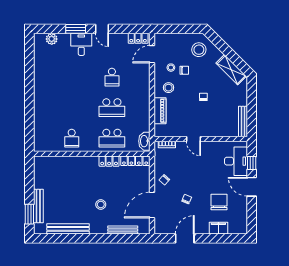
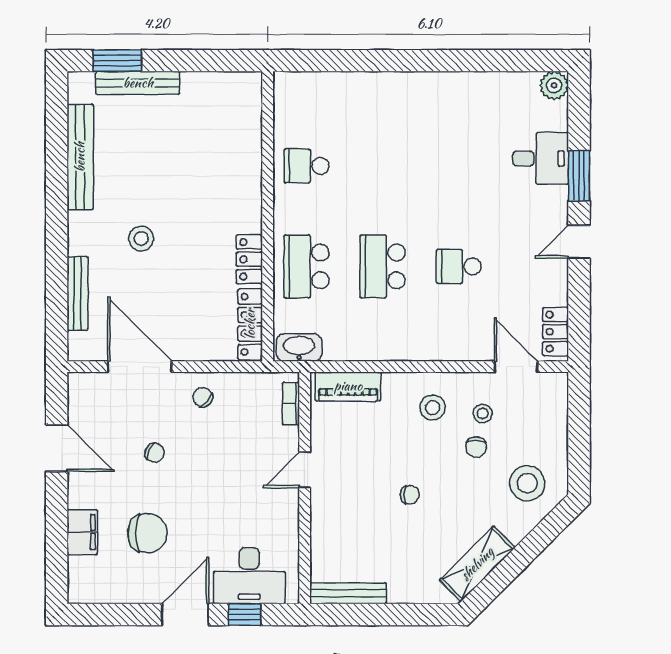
plant: (52, 39) -> (554, 85), moved
desk: (81, 44) -> (541, 158), moved
piano: (160, 111) -> (348, 386), moved

